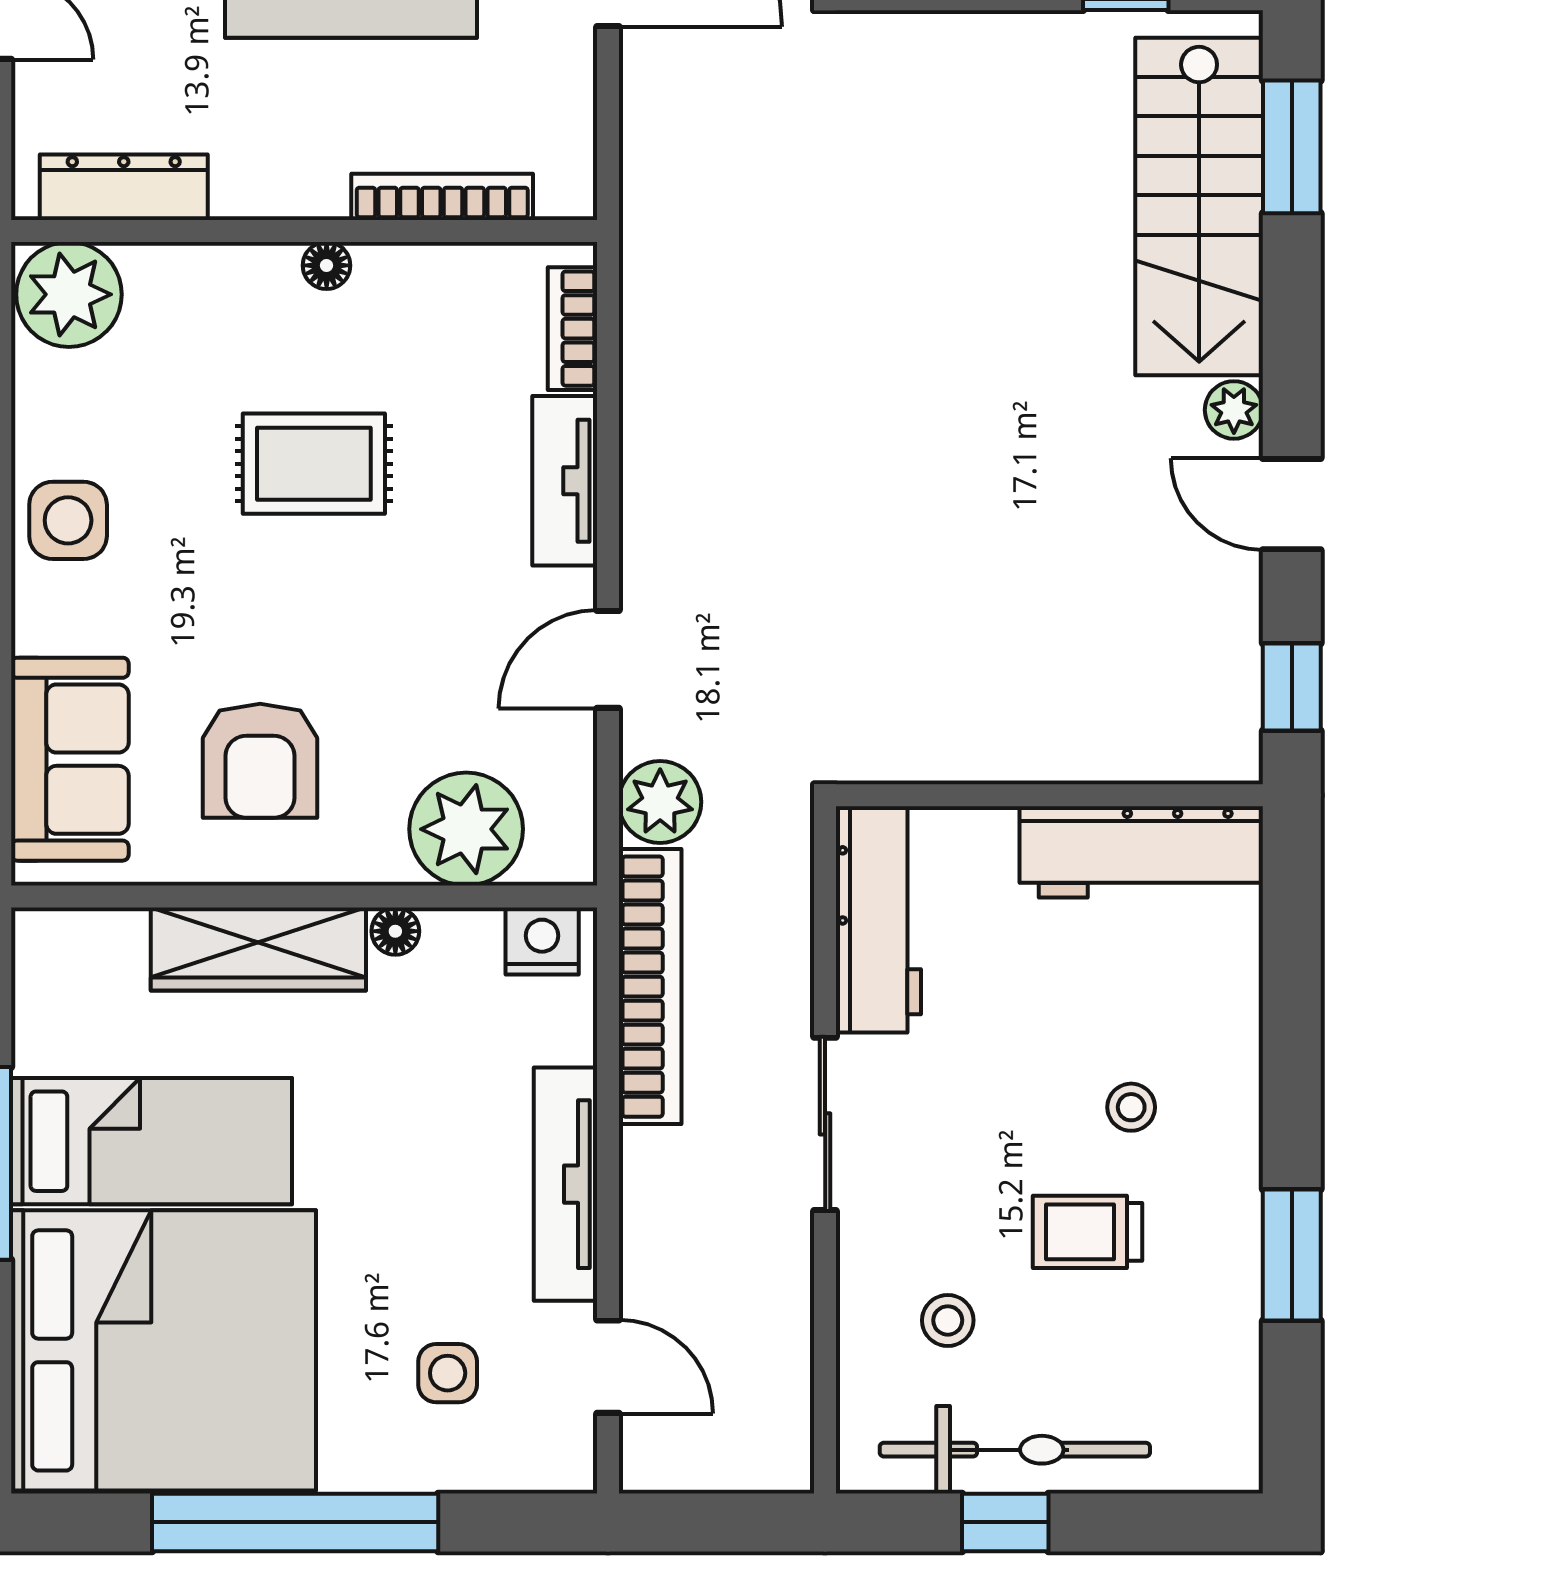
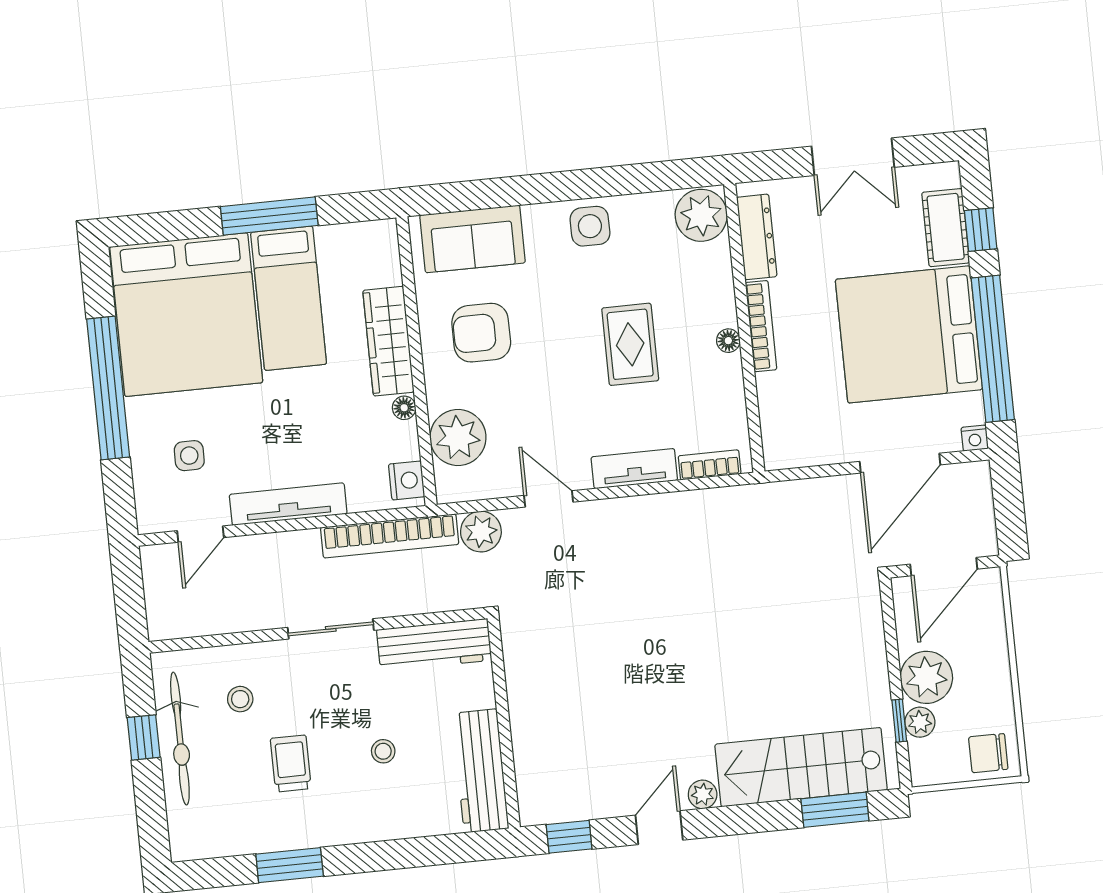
bookcase: (442, 197) -> (761, 326), moved
stool: (1131, 1107) -> (383, 751), moved

